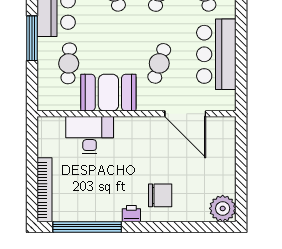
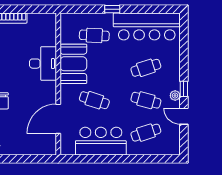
window: (32, 38) -> (112, 9), width x0.46
desk: (90, 135) -> (43, 64), moved

